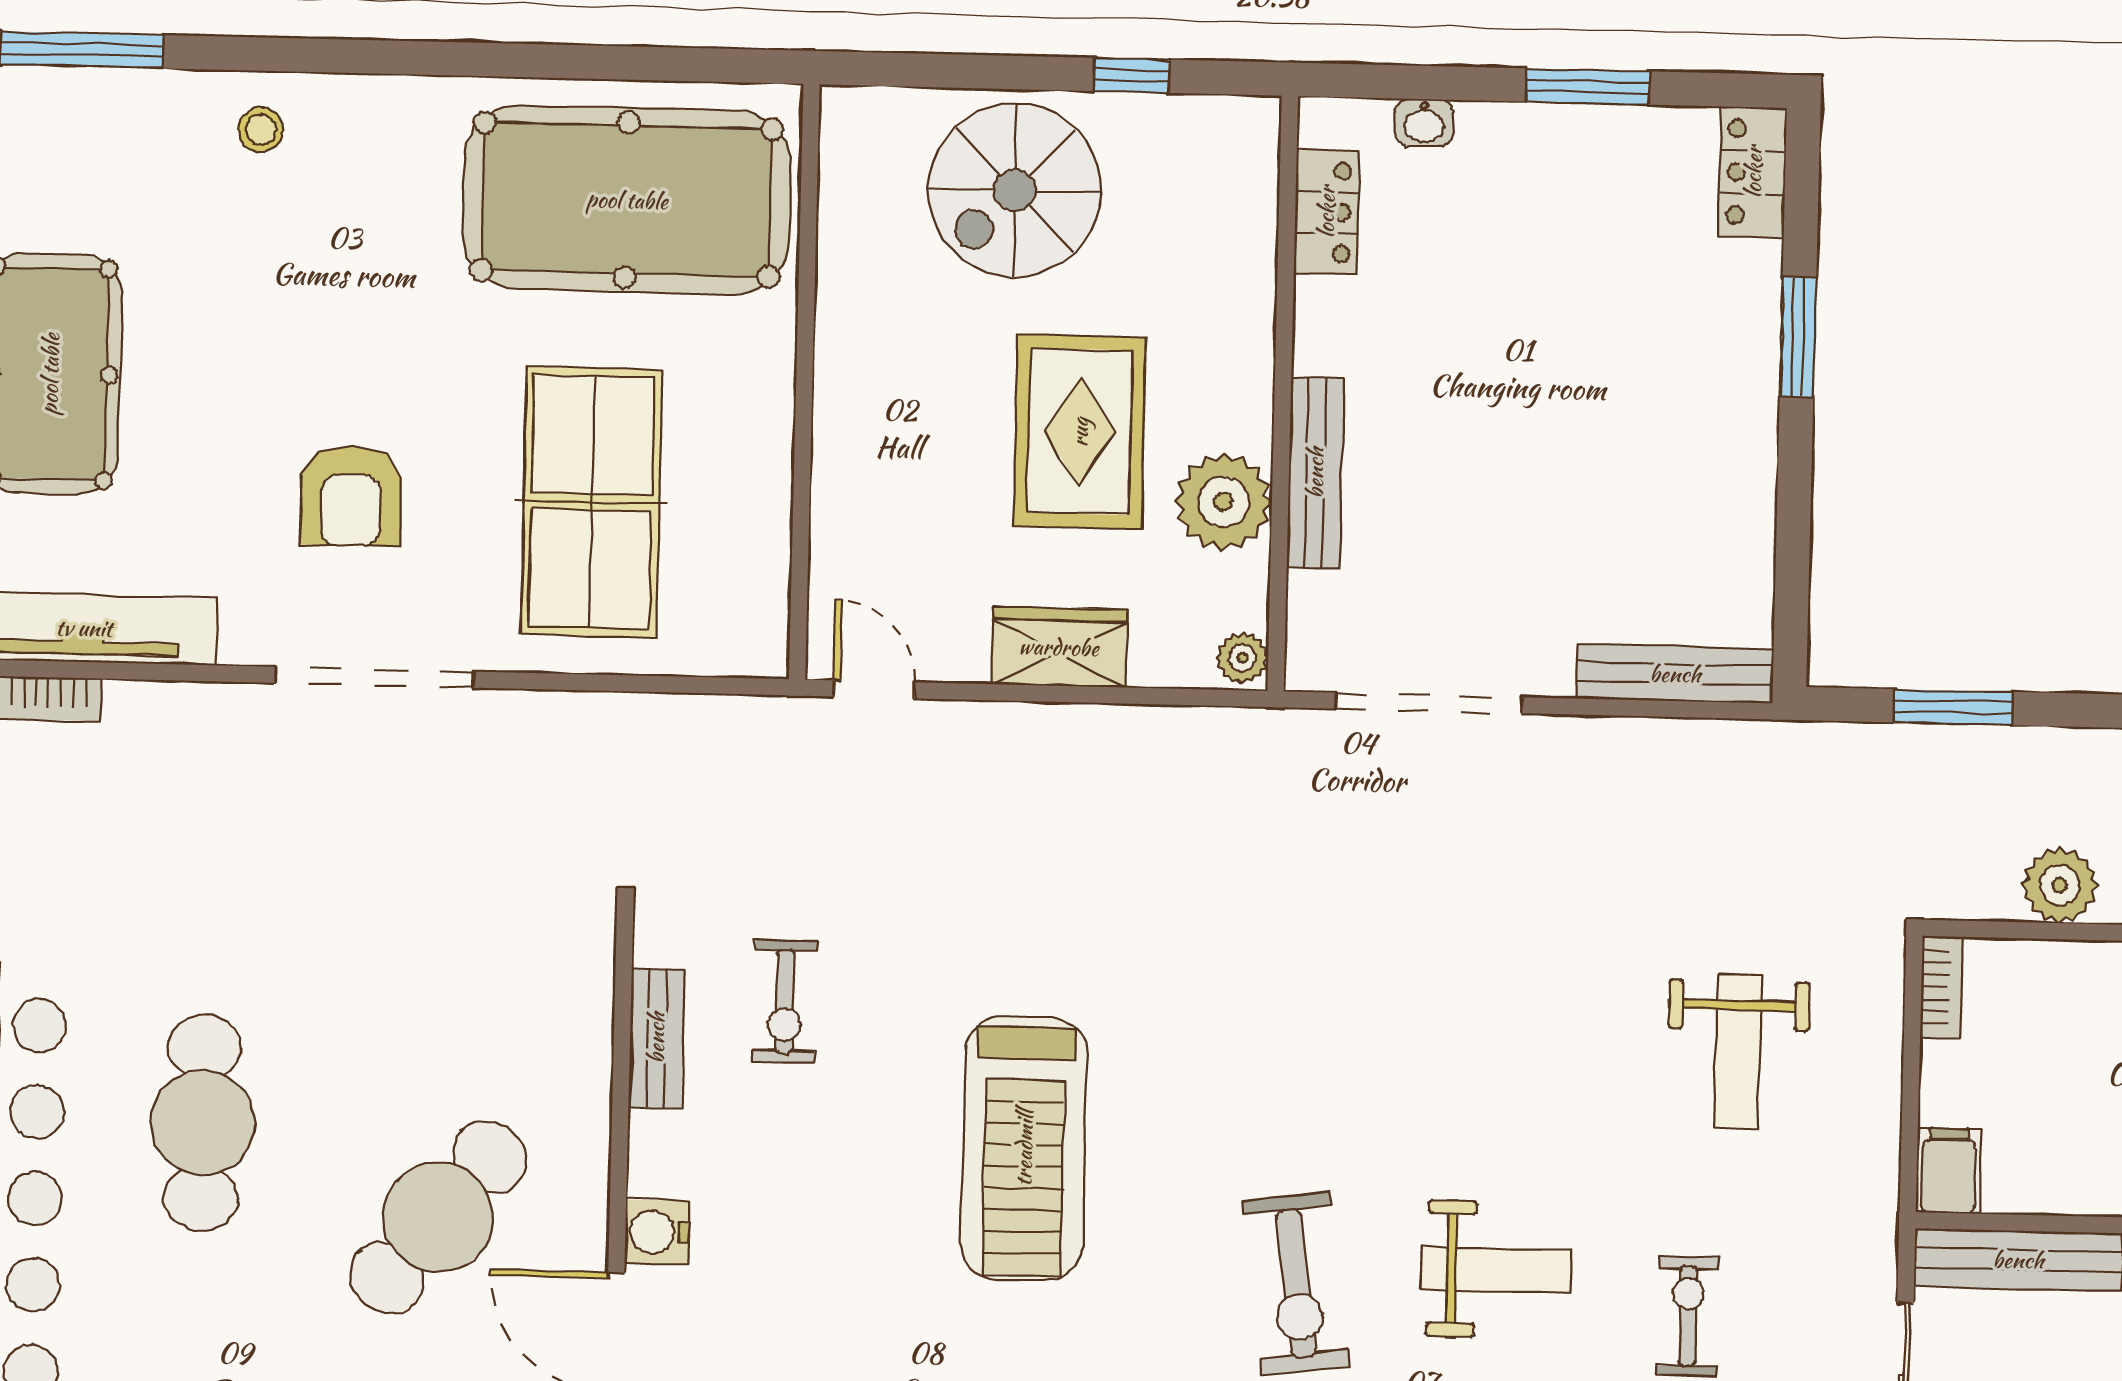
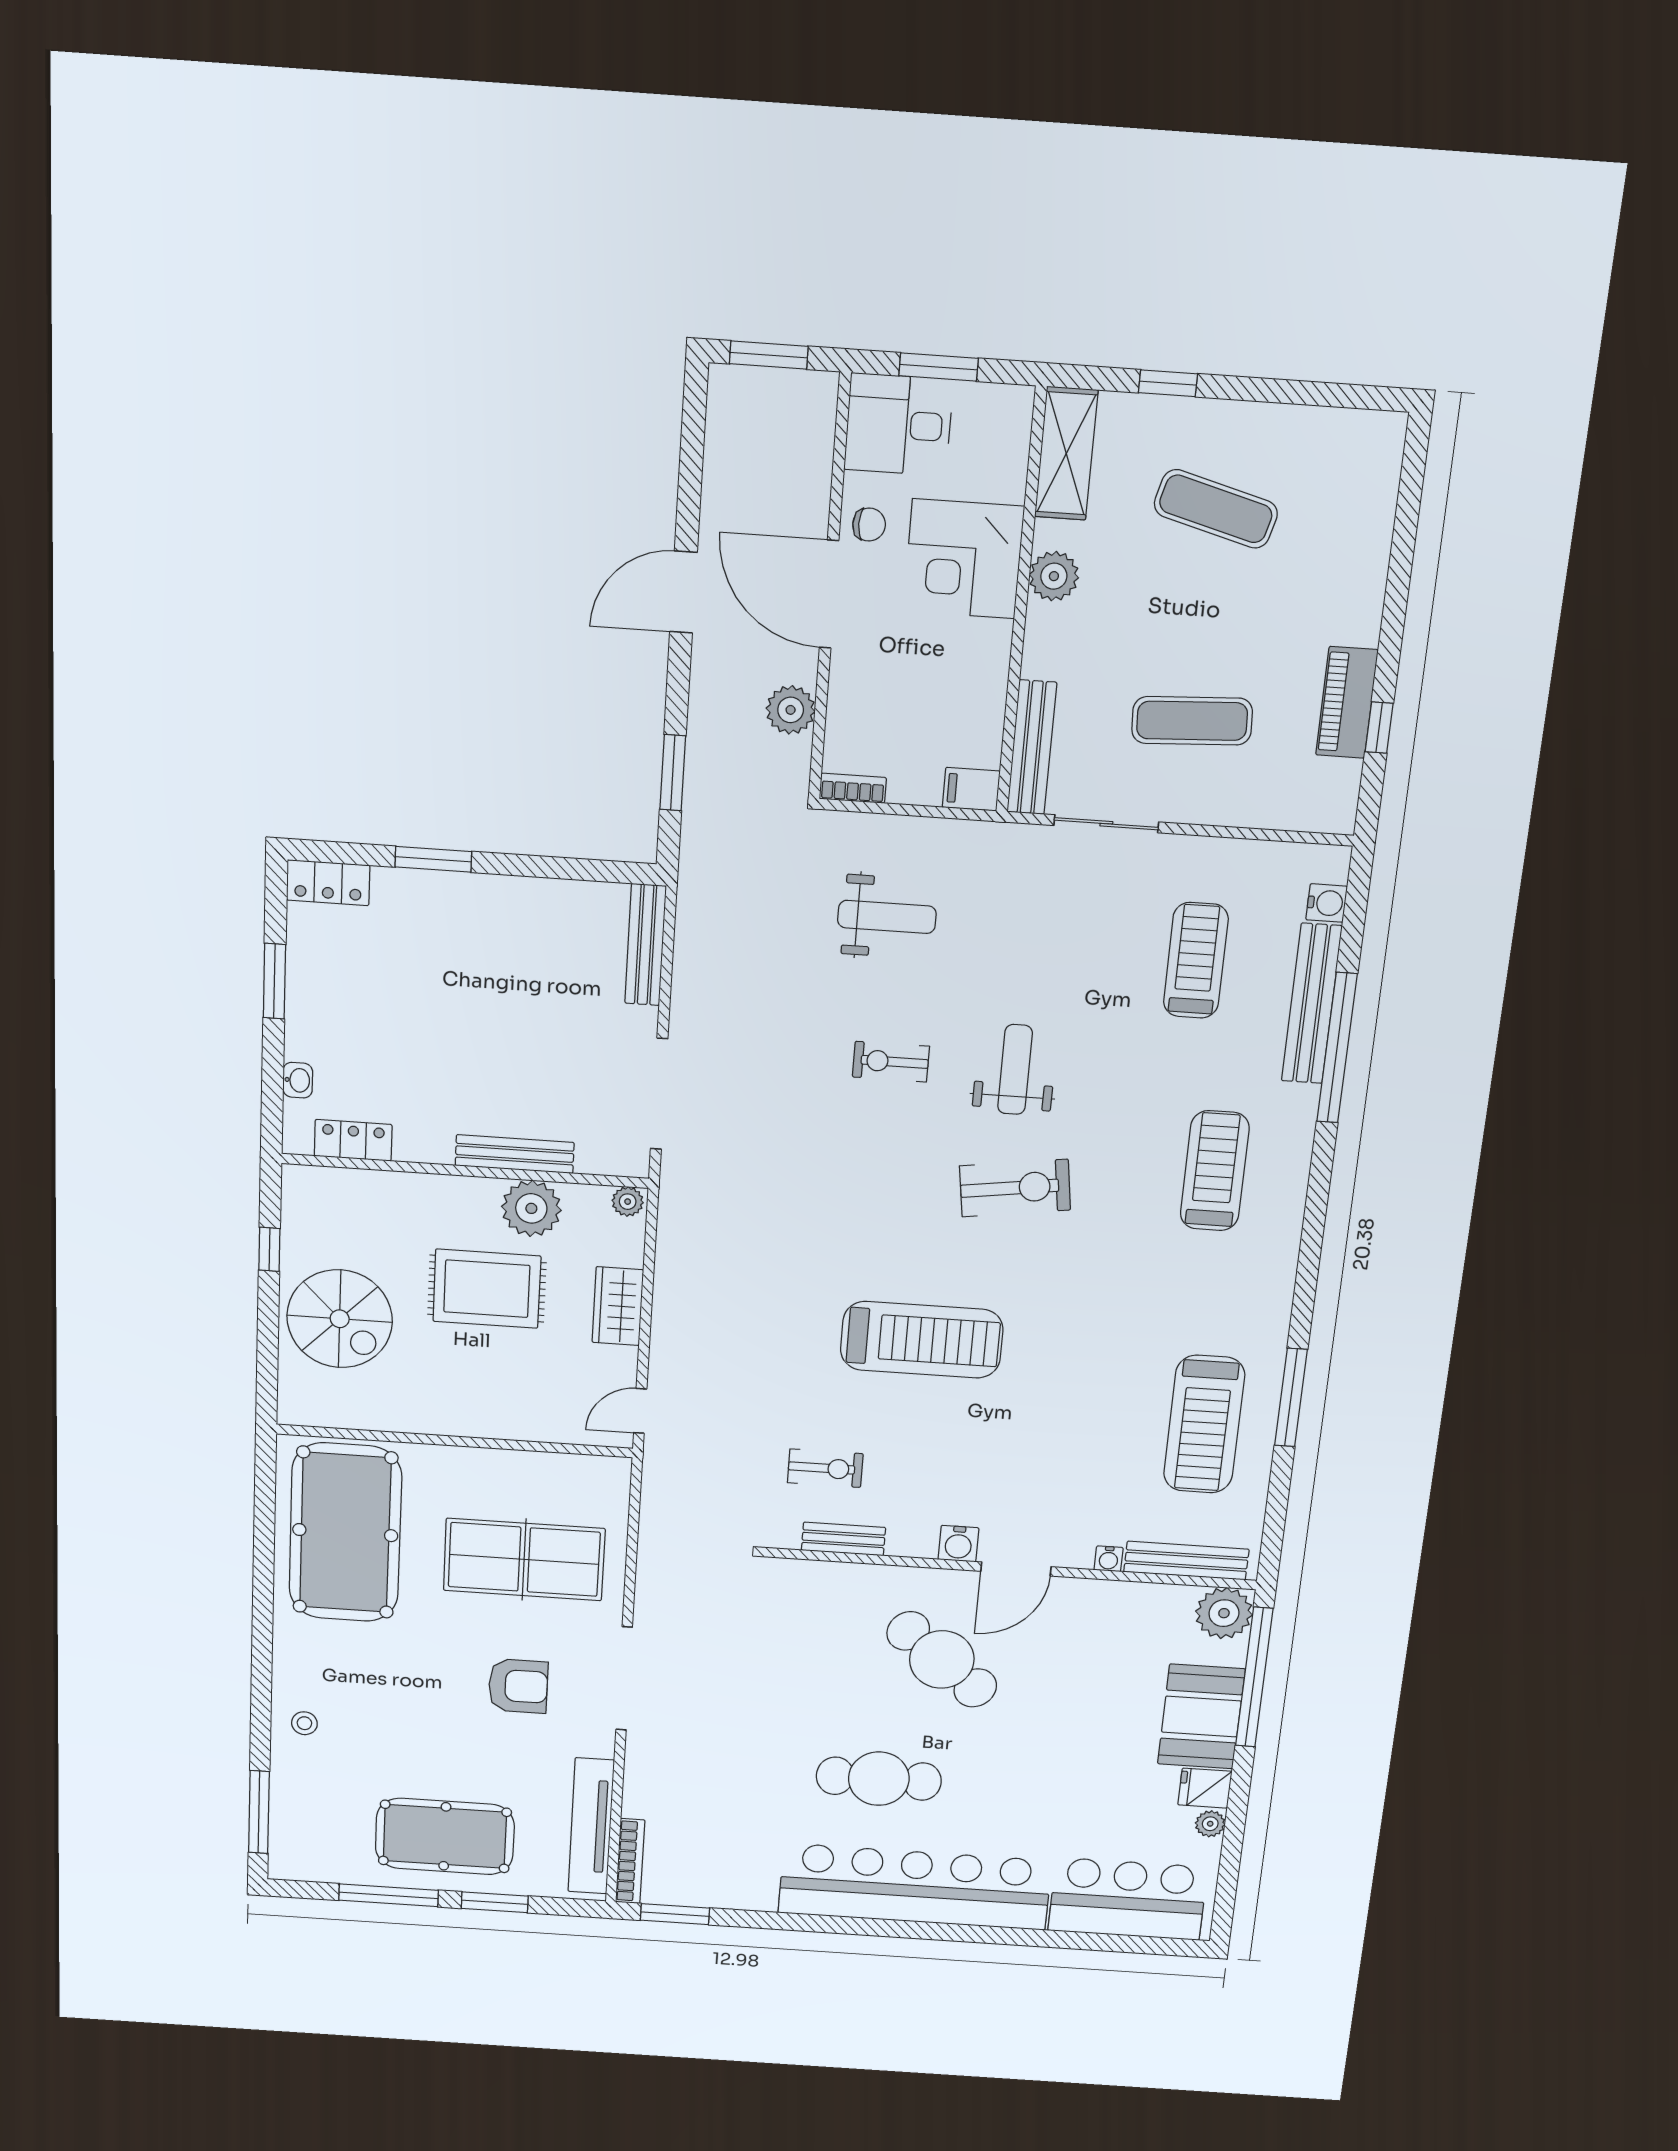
exercise bike: (1688, 1316) -> (891, 1062), moved

